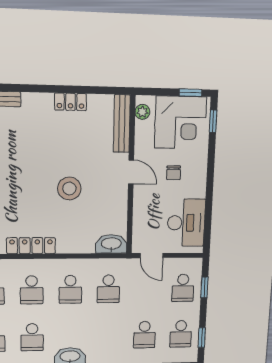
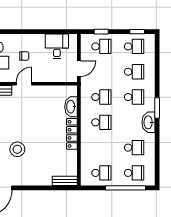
stool: (69, 189) -> (17, 149), moved
desk: (186, 223) -> (57, 46), width x0.73
washbasin: (111, 244) -> (71, 107), moved
locker: (31, 246) -> (72, 134), moved
school desk: (32, 290) -> (134, 97), moved

